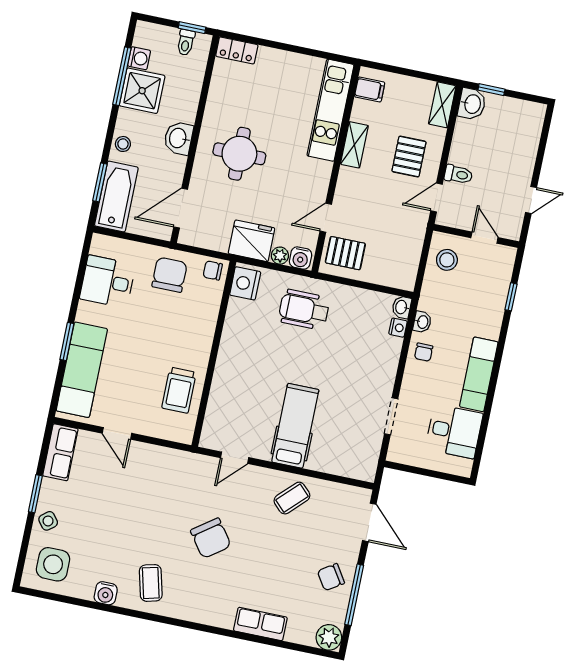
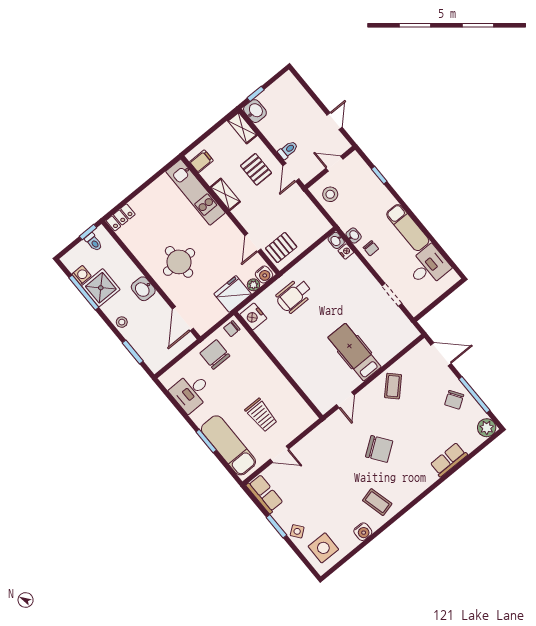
bathtub: (116, 197) -> (148, 349), removed
trolley: (179, 390) -> (261, 415), moved

